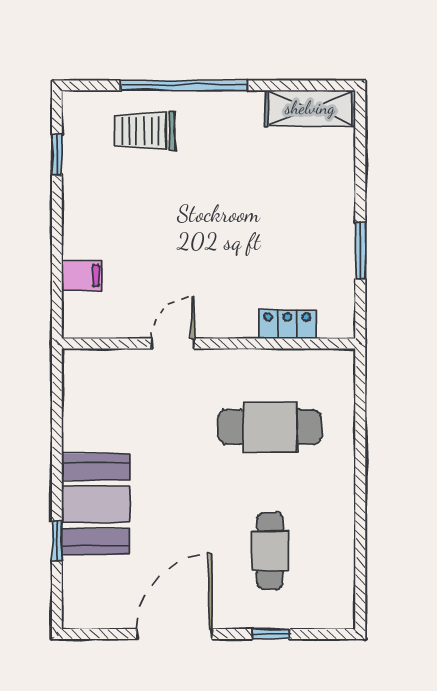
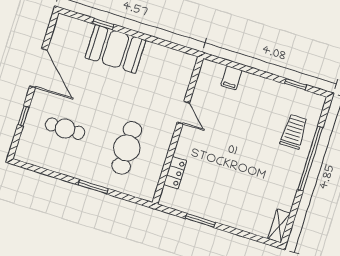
shelving: (310, 108) -> (279, 226), width x0.67, depth x0.75
window: (360, 466) -> (93, 187), added

